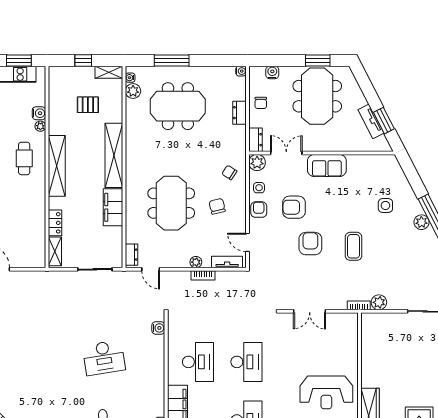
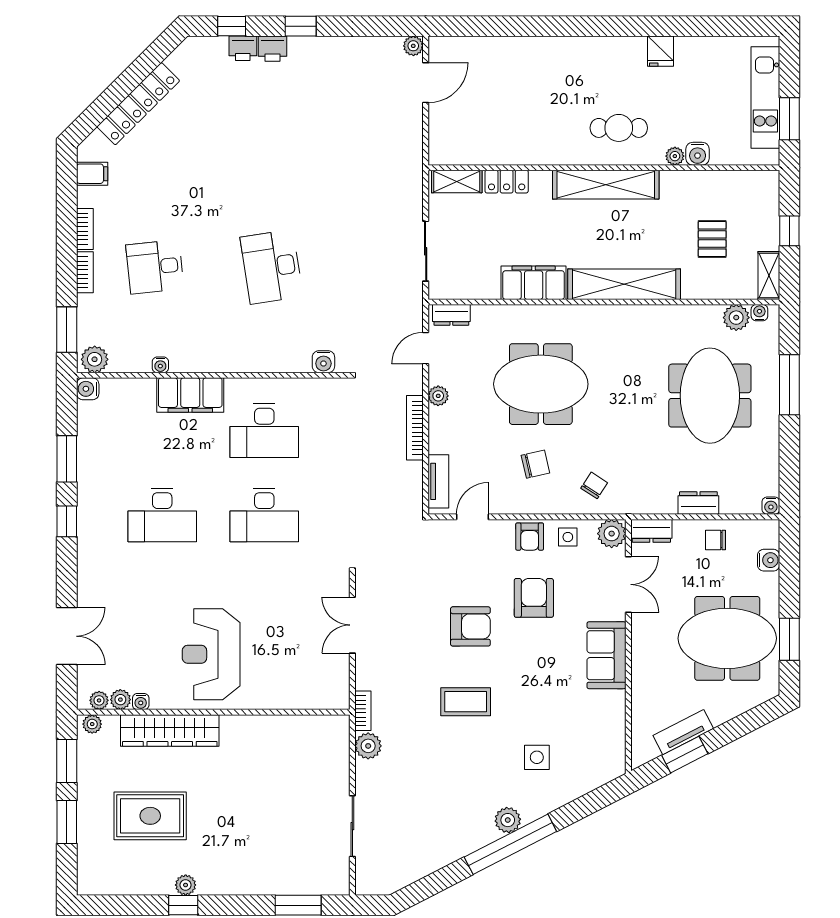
armchair: (259, 210) -> (530, 537), turned 90
plant: (196, 262) -> (438, 396), moved
bookcase: (203, 275) -> (415, 428), width x1.56

